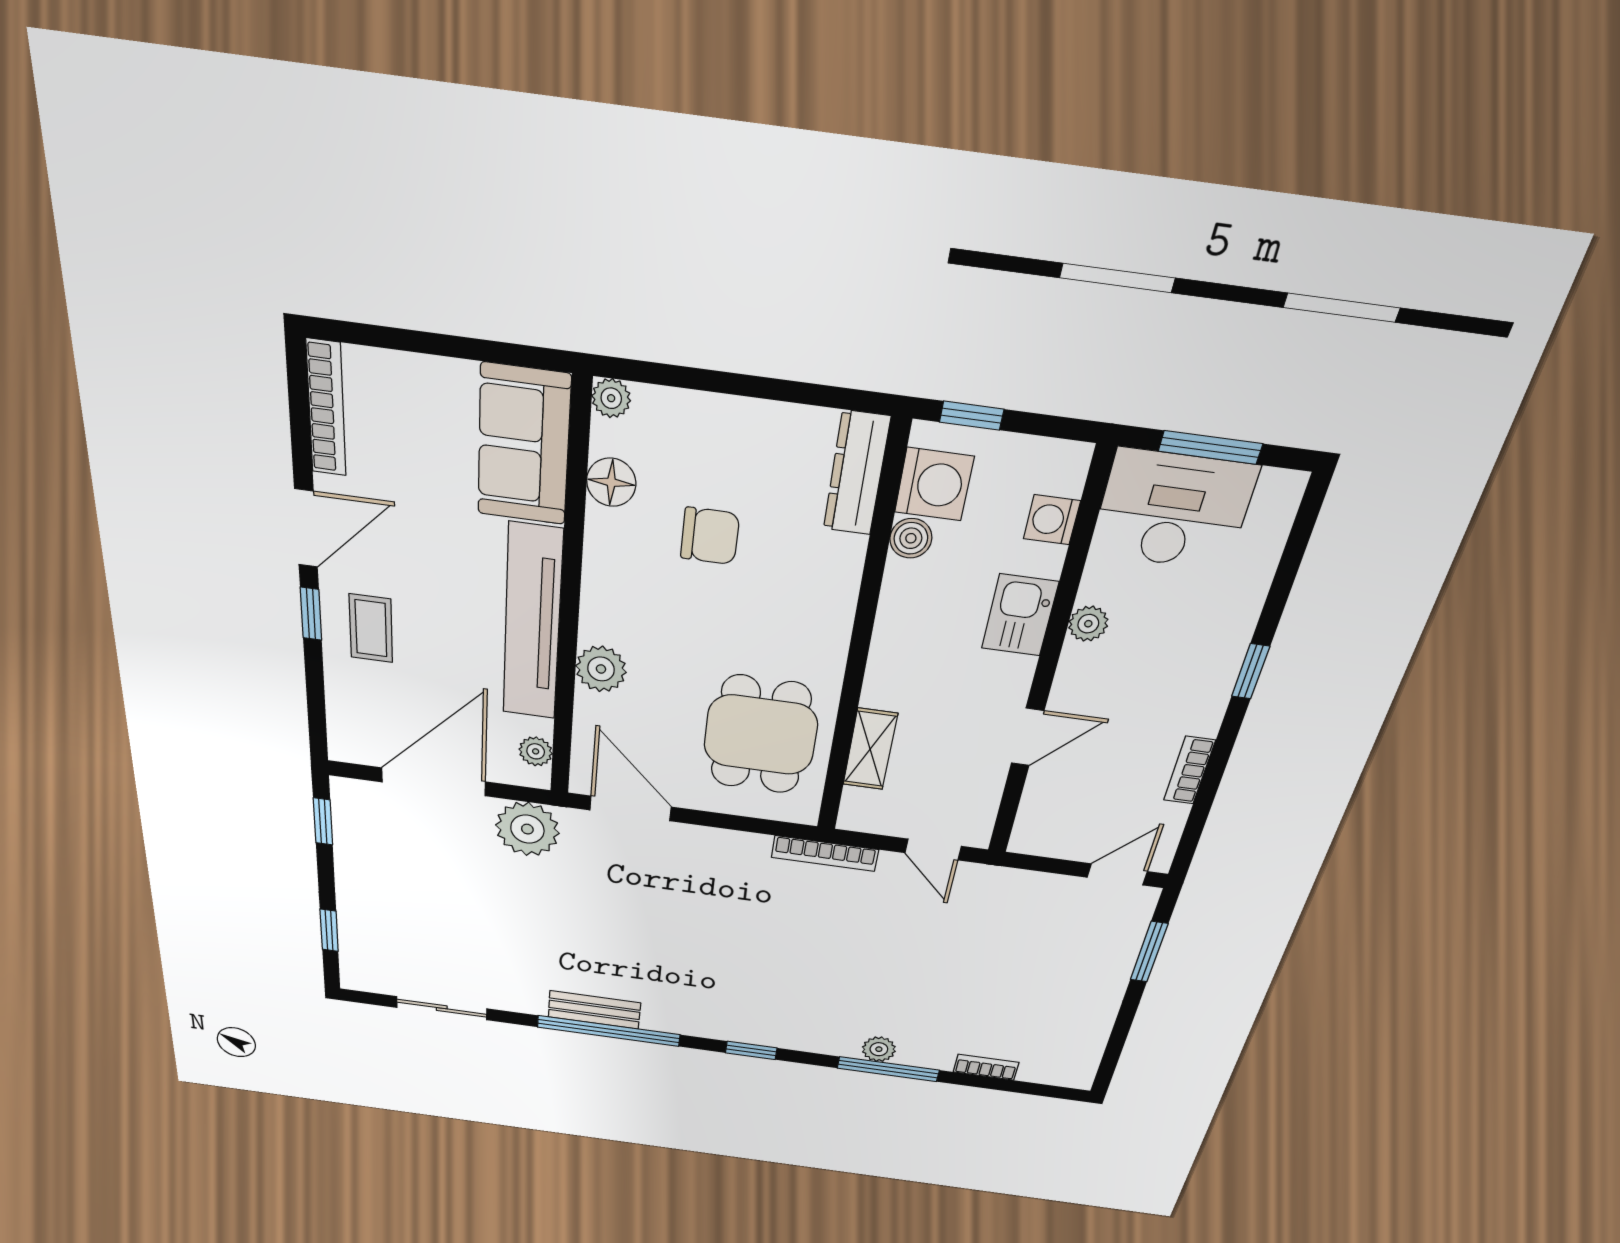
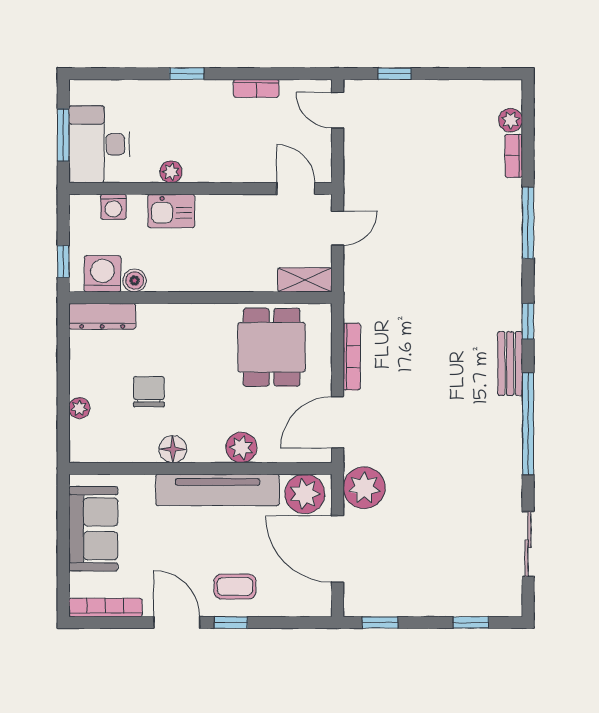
plant: (611, 398) -> (79, 408), moved
sofa: (524, 445) -> (93, 529), moved, turned -90
floor lamp: (611, 482) -> (173, 449), moved
dining table: (761, 735) -> (272, 347), turned 90
door: (1028, 737) -> (296, 188), moved
shelving: (870, 749) -> (305, 280), moved
plant: (536, 751) -> (305, 494), width x1.88, depth x1.88
bookcase: (825, 853) -> (352, 357), moved
window: (1149, 952) -> (395, 74), width x0.67
bench: (594, 1010) -> (510, 364), moved
plant: (879, 1049) -> (511, 120), moved

